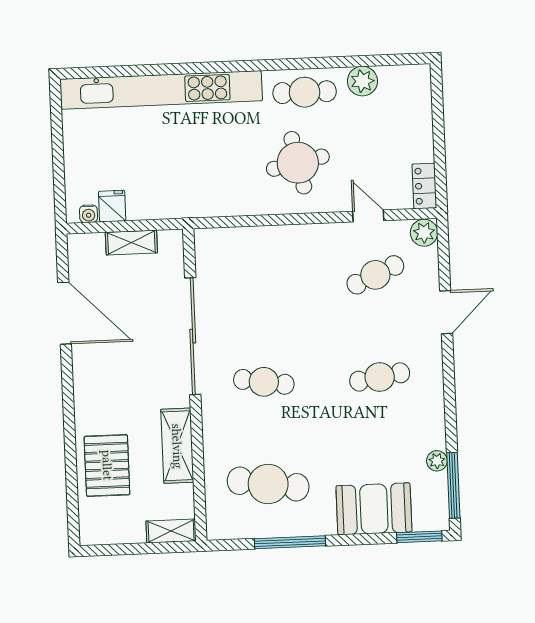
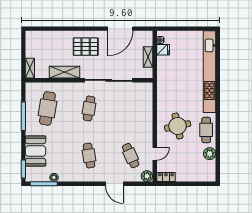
pallet: (107, 465) -> (86, 47), moved

